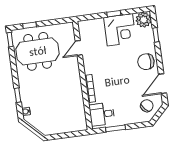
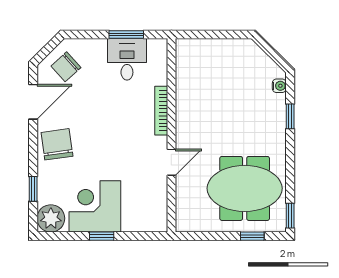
door: (79, 48) -> (171, 162), moved
chair: (146, 62) -> (57, 144), turned -98
desk: (102, 114) -> (127, 59), moved, turned -90

